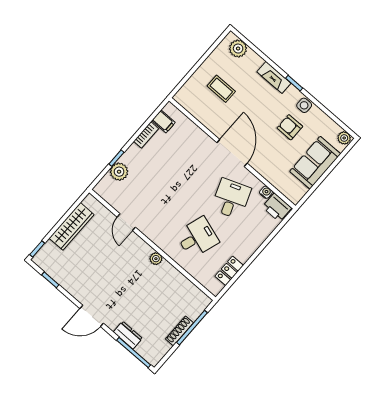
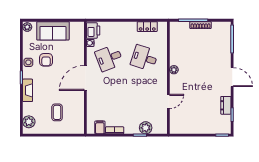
wardrobe: (72, 226) -> (195, 128), removed
dresser: (128, 335) -> (226, 105), moved

